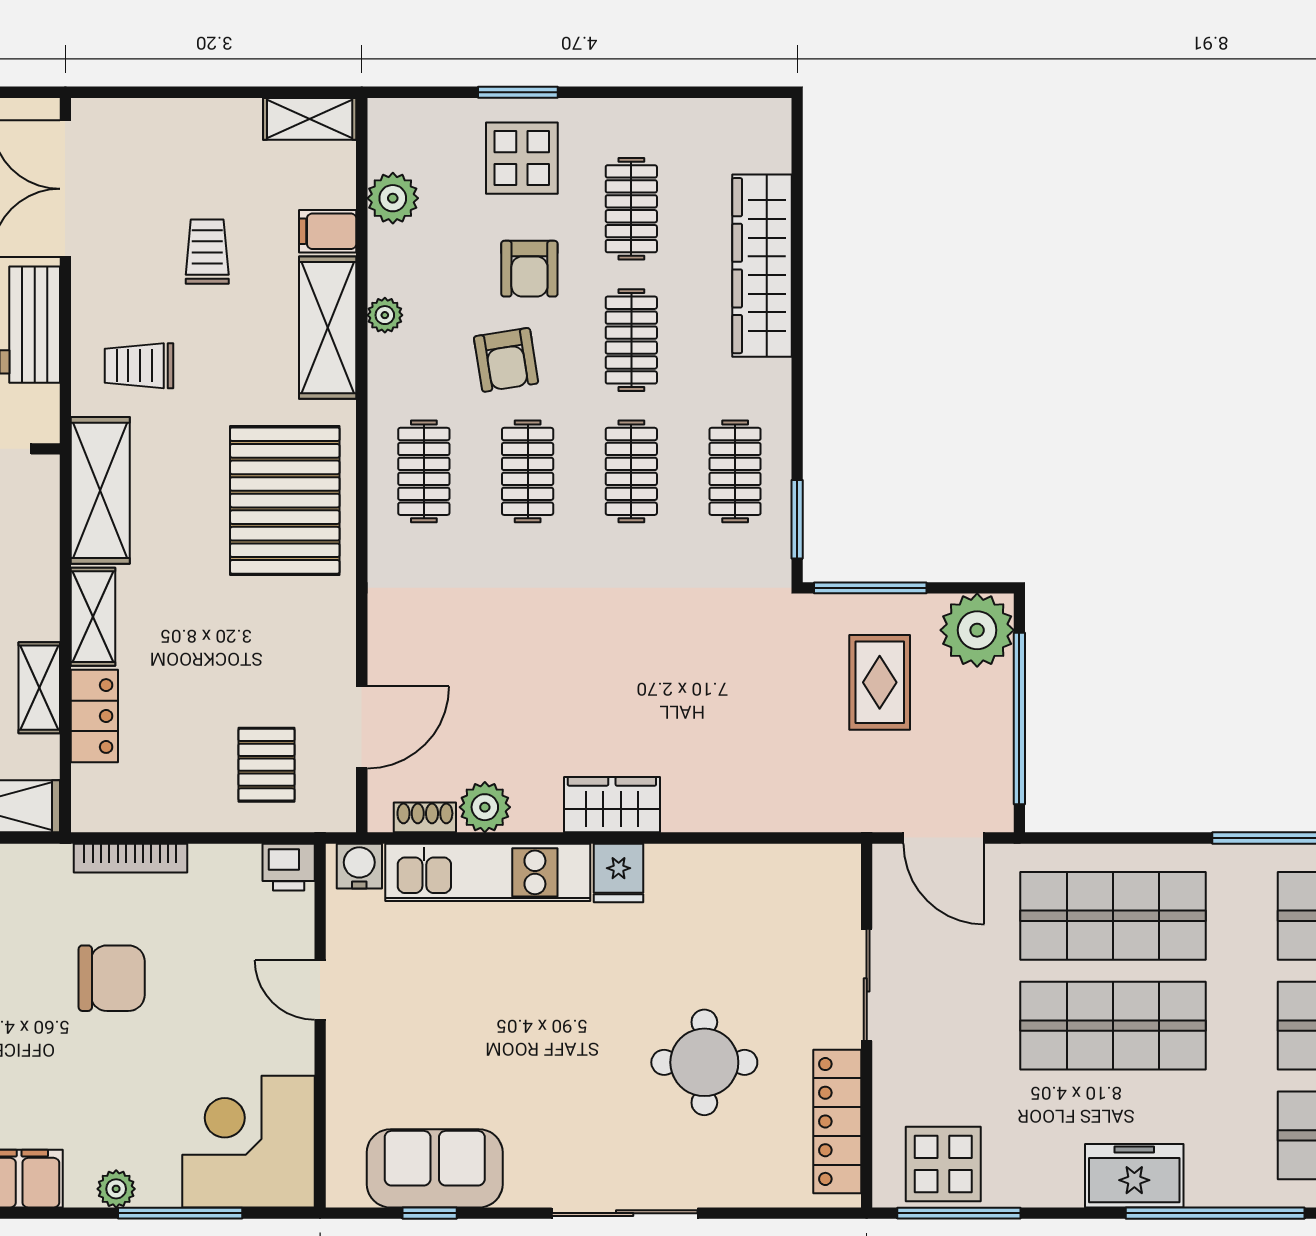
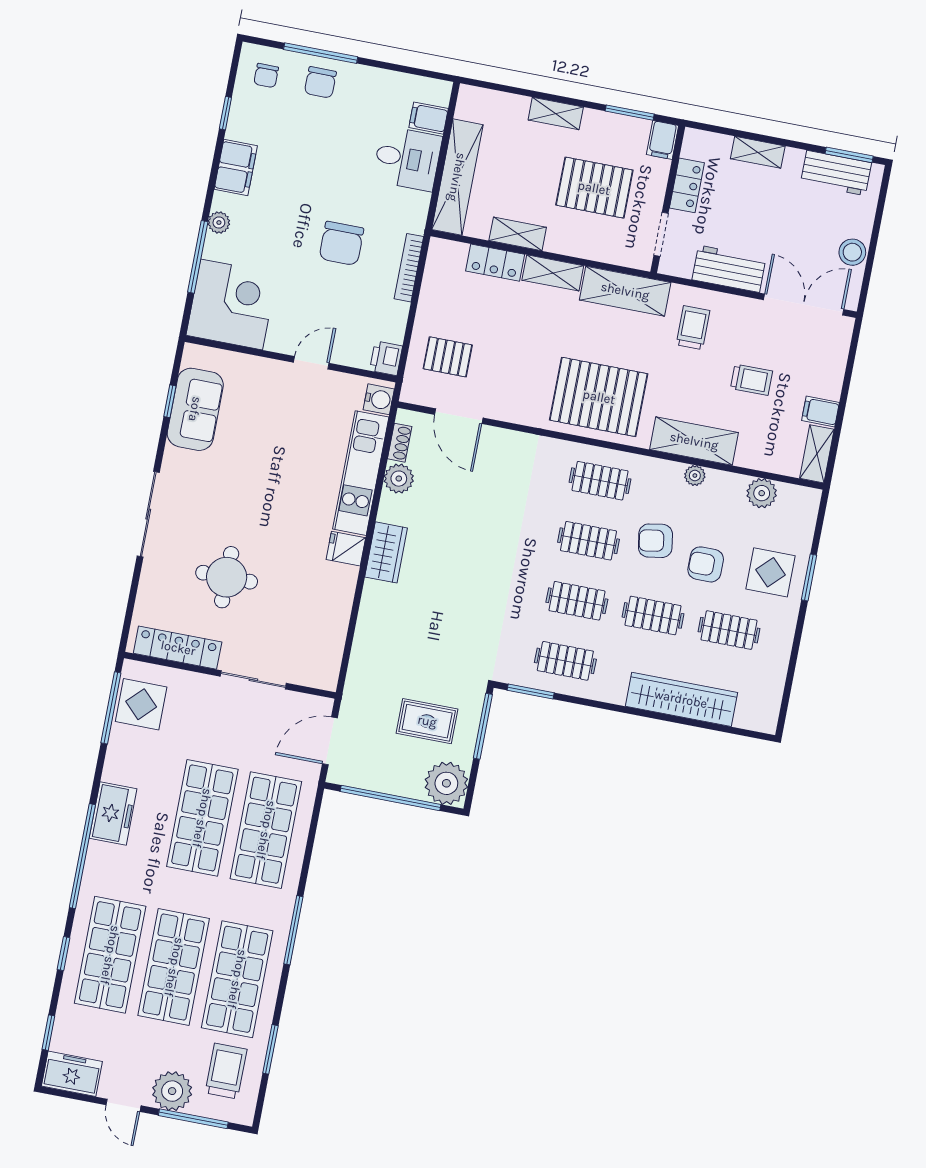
filing cabinet: (328, 231) -> (821, 412), moved, turned -90

